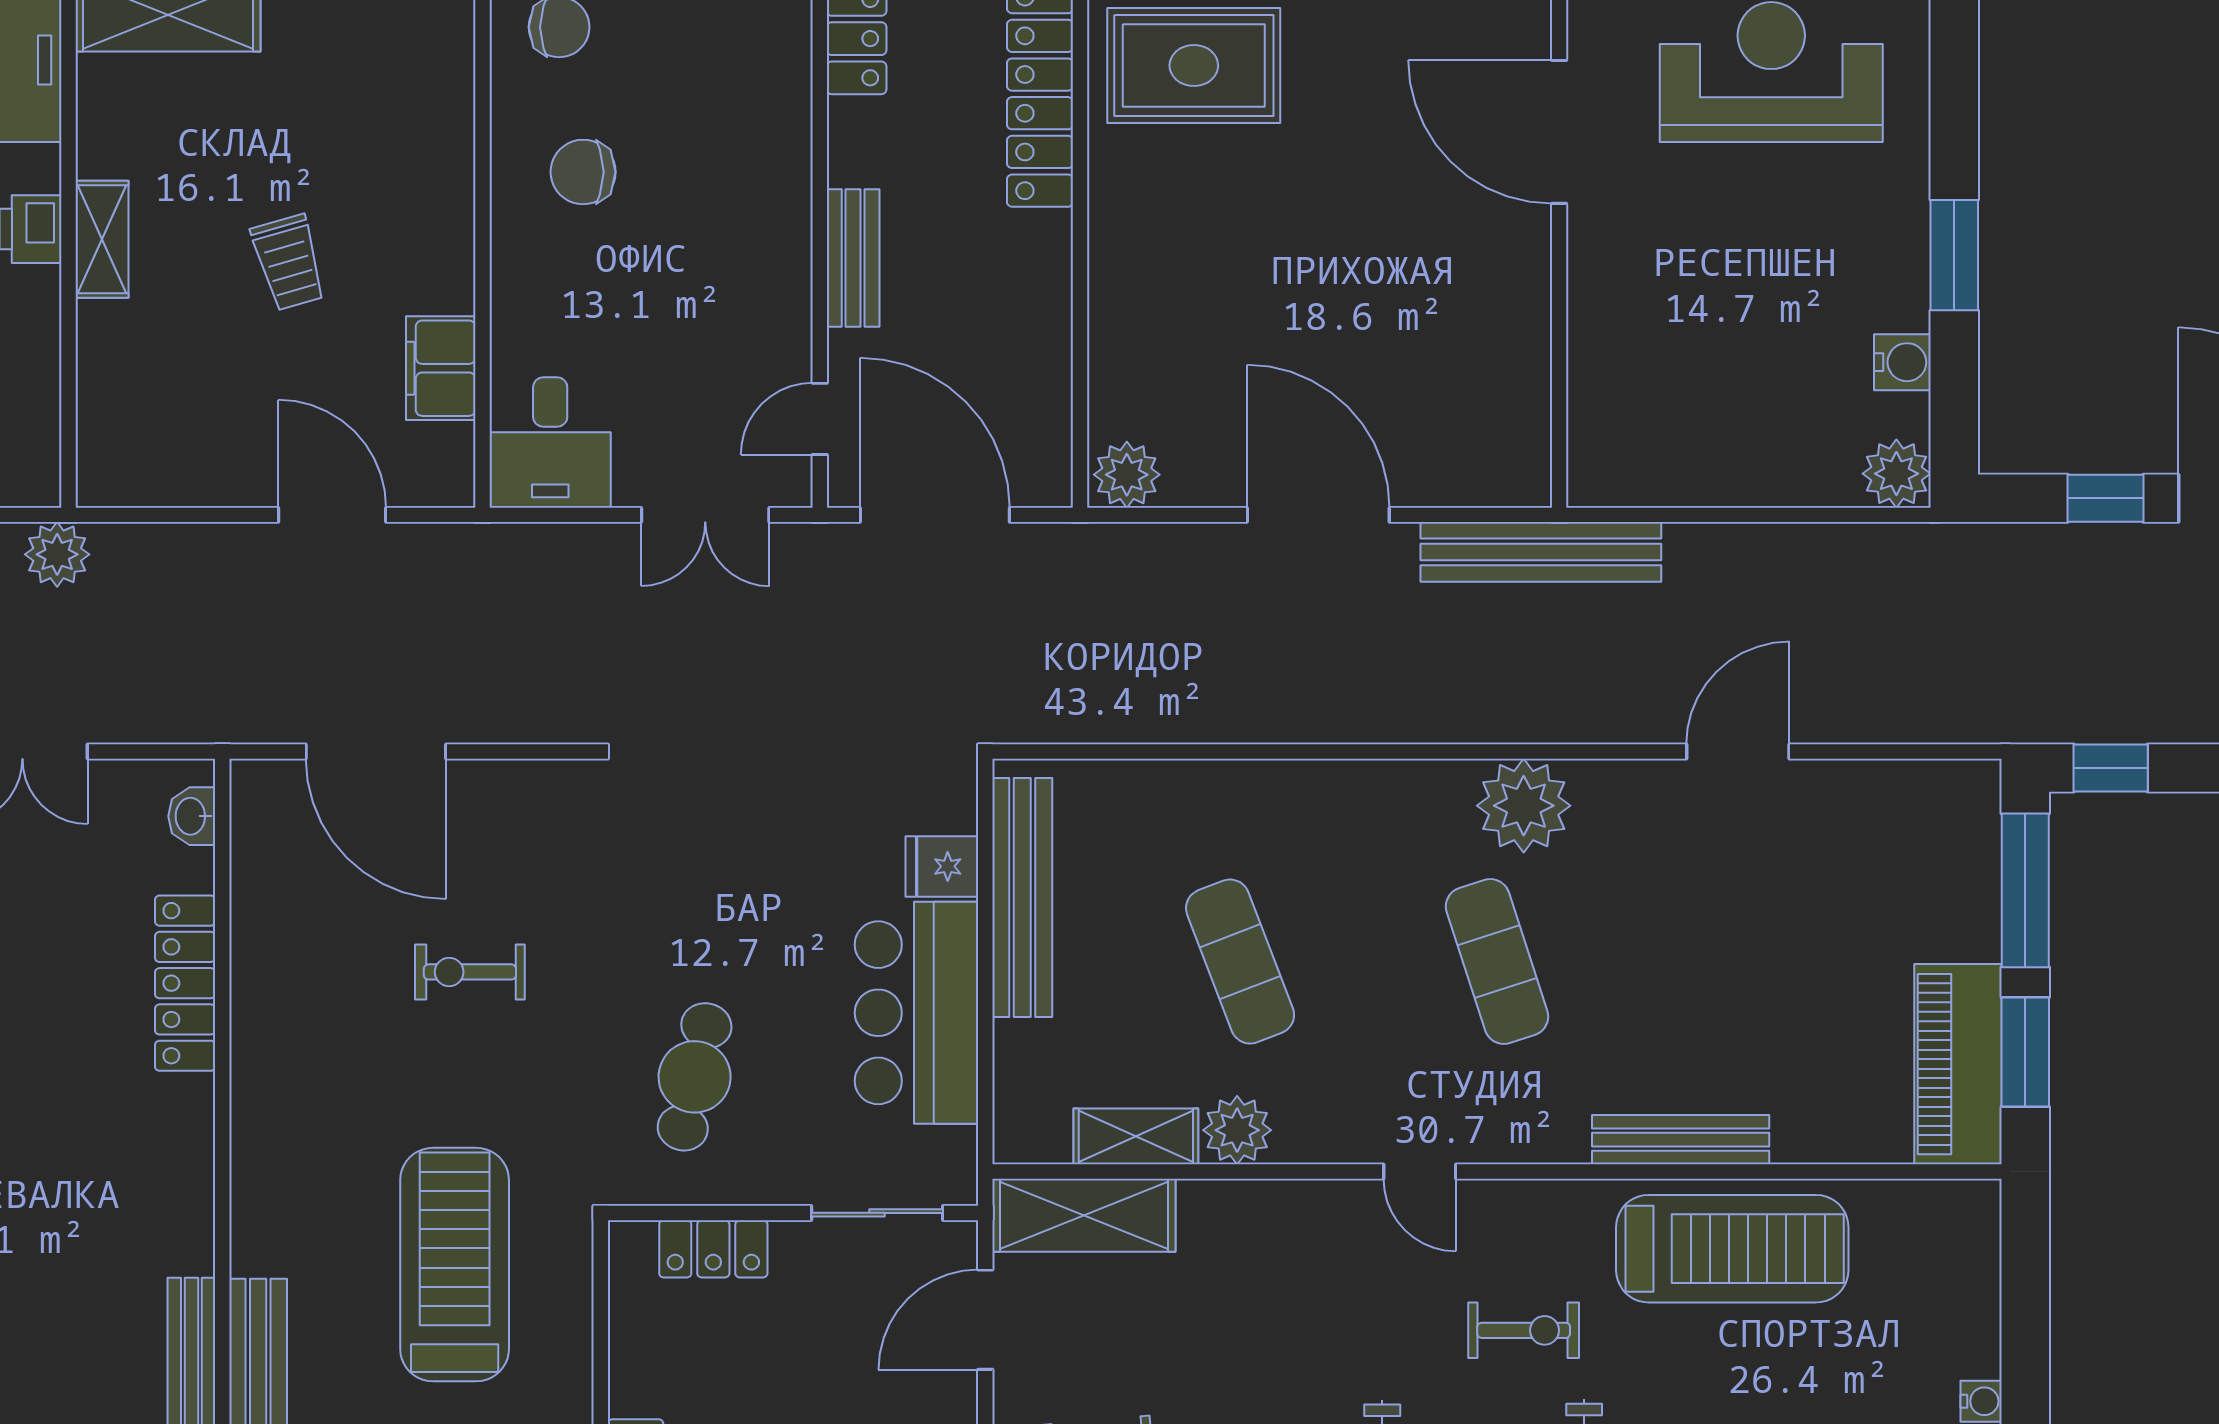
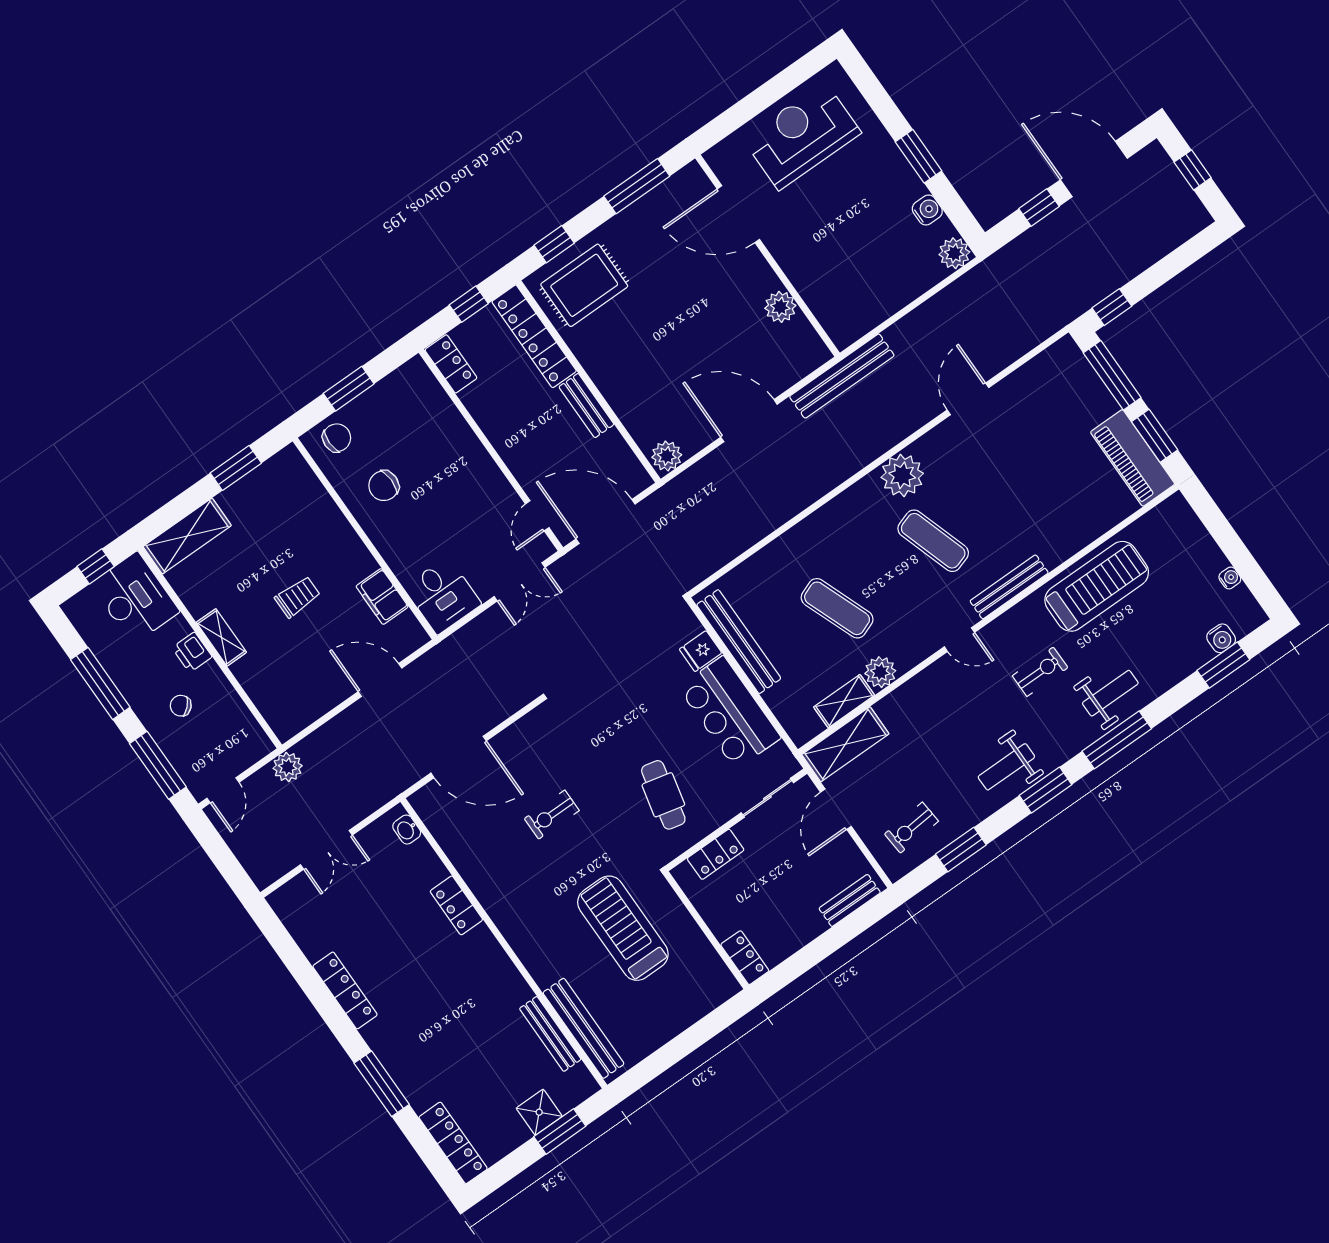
bench: (853, 258) -> (586, 406), moved
trolley: (289, 262) -> (297, 597), turned -74
plant: (1518, 351) -> (780, 307), added
locker: (185, 983) -> (456, 905), width x0.66
bench: (1681, 1140) -> (1009, 587), moved

